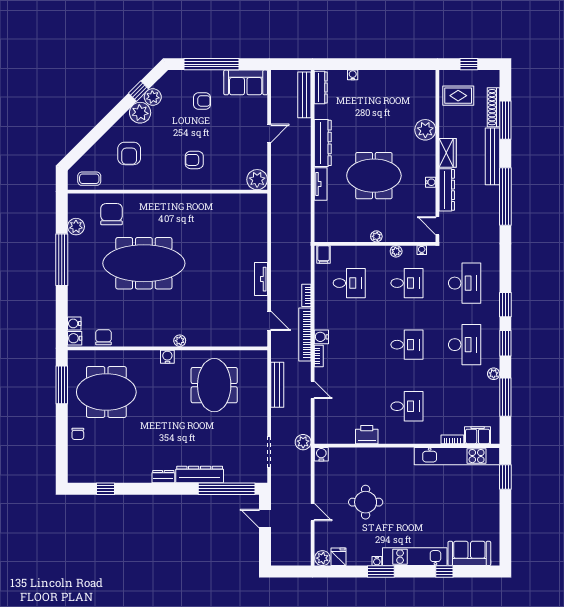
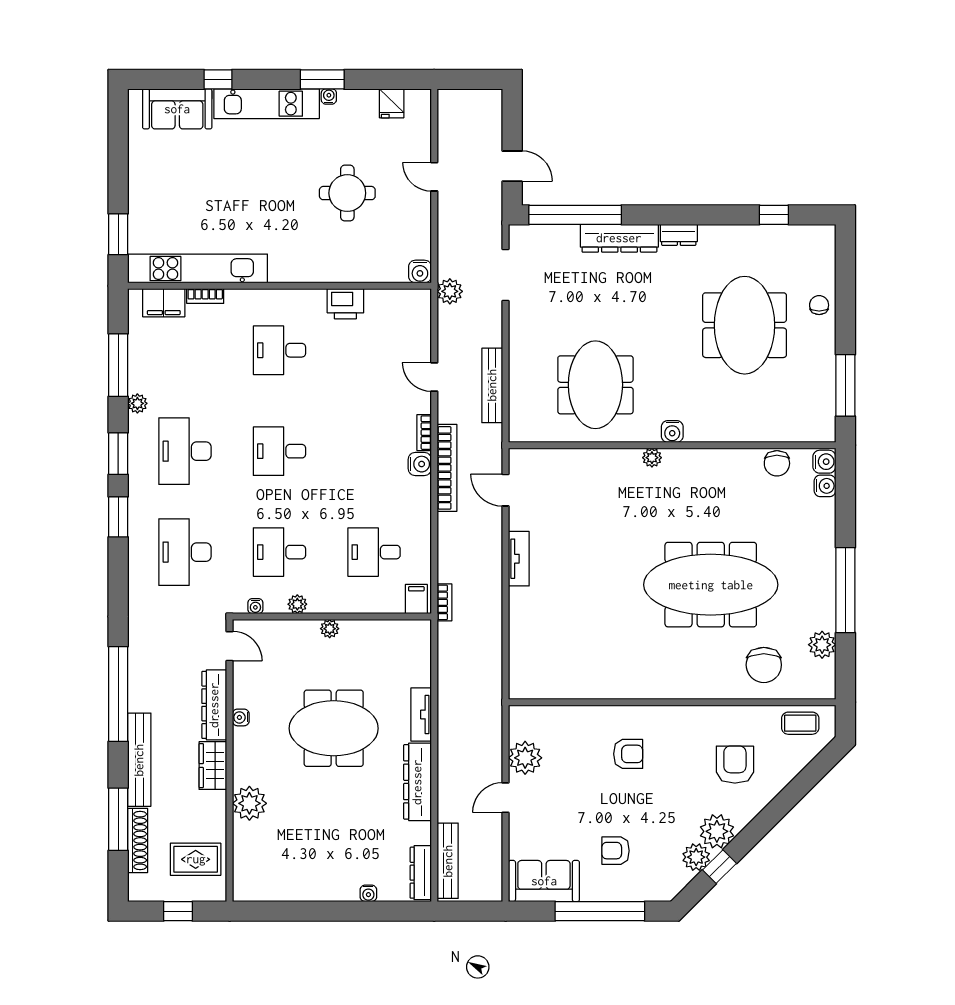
plant: (257, 180) -> (525, 758), moved
bookcase: (306, 295) -> (444, 602), moved
meeting table: (106, 392) -> (745, 325), moved, turned 90
plant: (322, 558) -> (418, 101), removed

